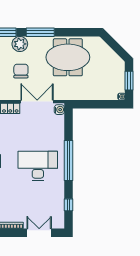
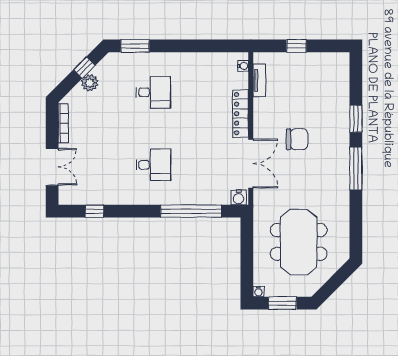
plant: (20, 44) -> (338, 138), removed
meeting table: (68, 57) -> (299, 242), moved
window: (68, 161) -> (191, 211), moved
desk: (38, 166) -> (153, 165), width x0.53, depth x0.77

